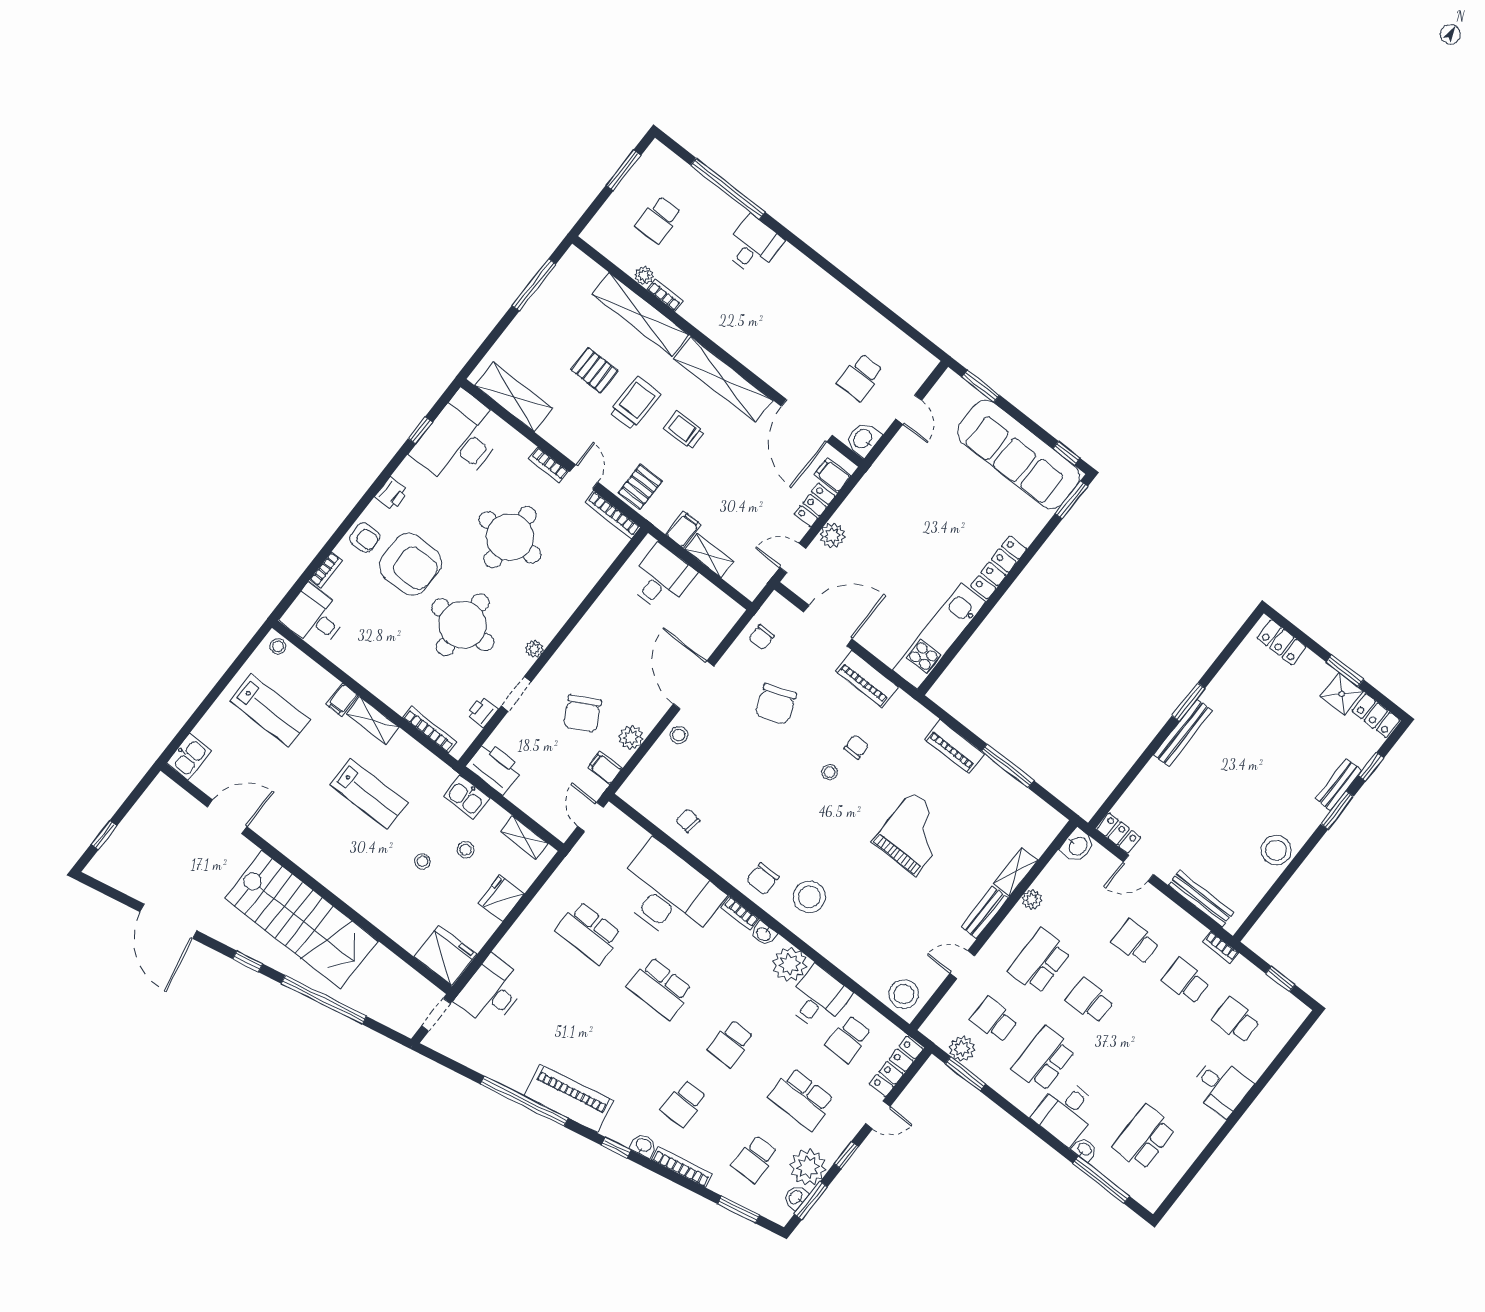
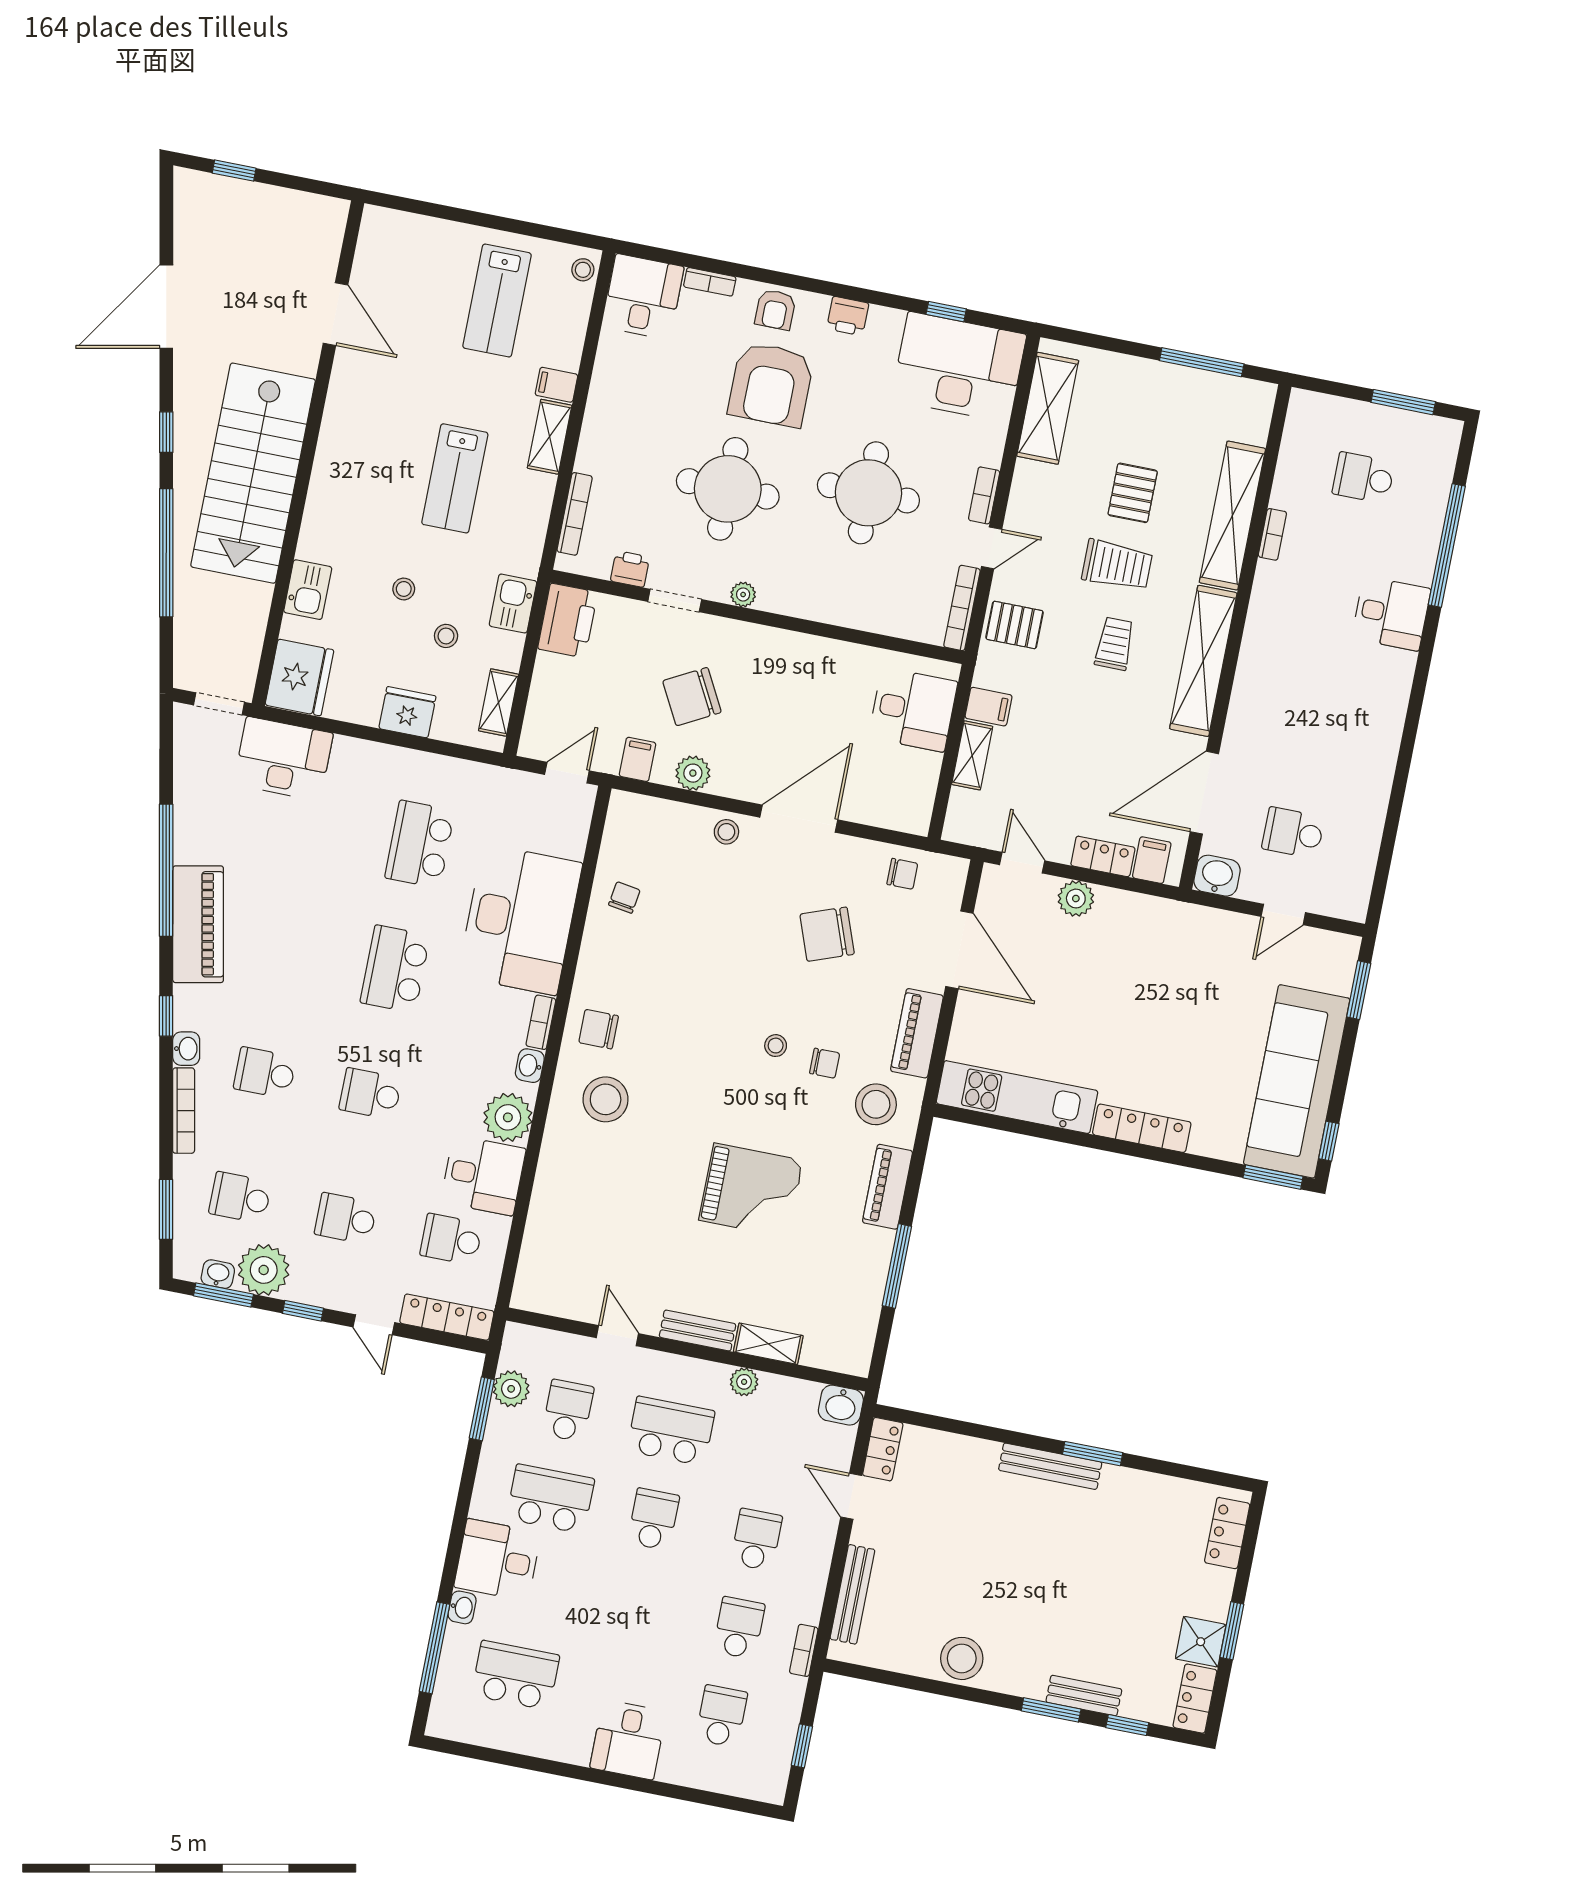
plant: (644, 275) -> (1284, 495), removed
chair: (762, 637) -> (902, 874), turned 180
kitchen sink: (189, 757) -> (308, 590), moved, turned -90
stool: (904, 994) -> (876, 1104), moved
school desk: (802, 1099) -> (346, 1218), width x0.54

